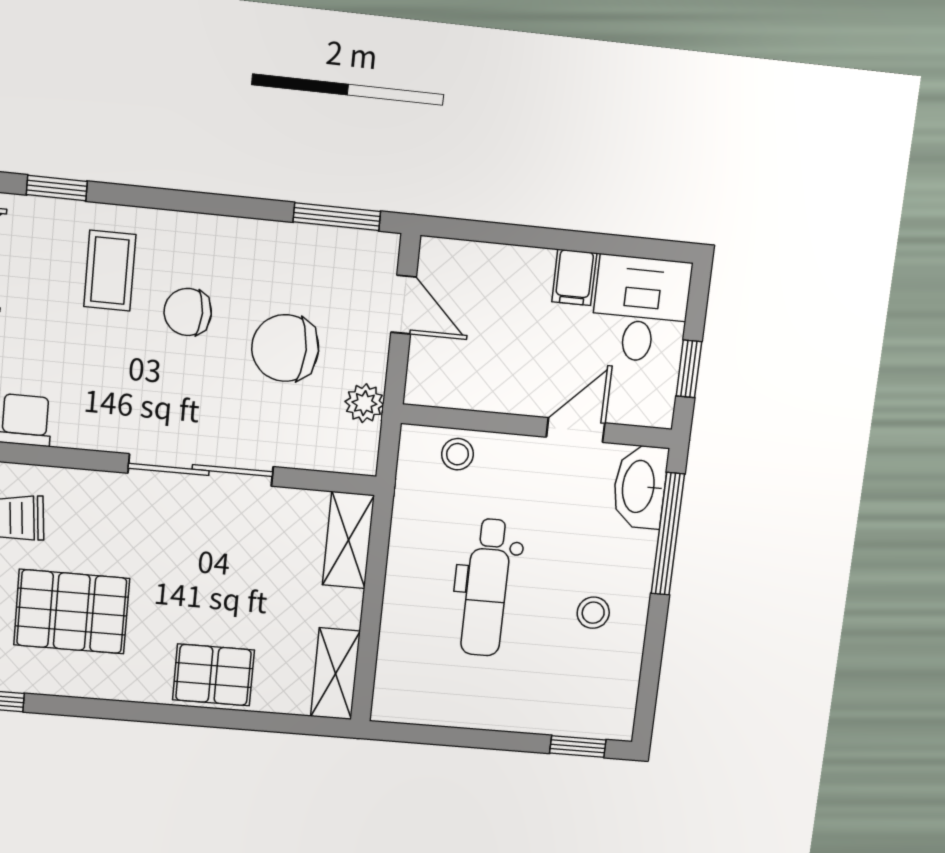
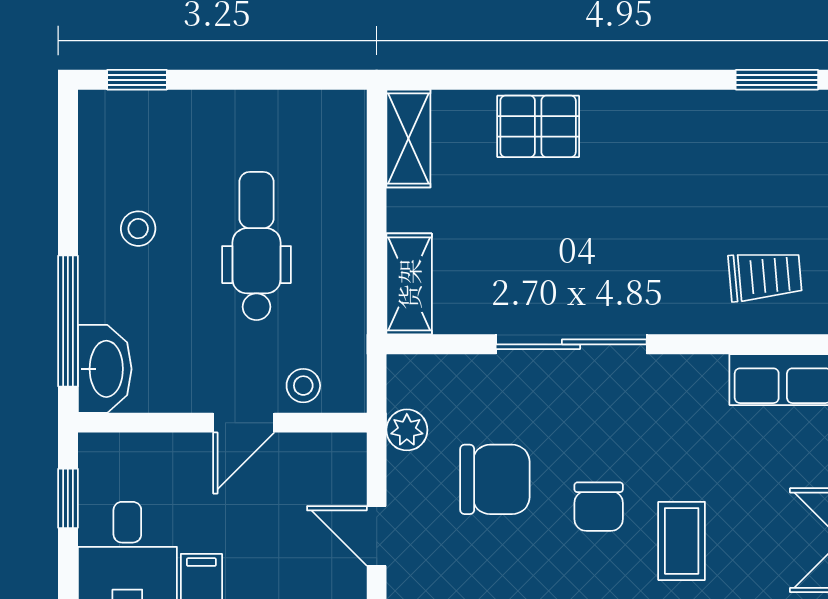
chair: (188, 312) -> (599, 507), turned 90
door: (576, 430) -> (244, 423), moved
pallet: (72, 612) -> (693, 182), removed

